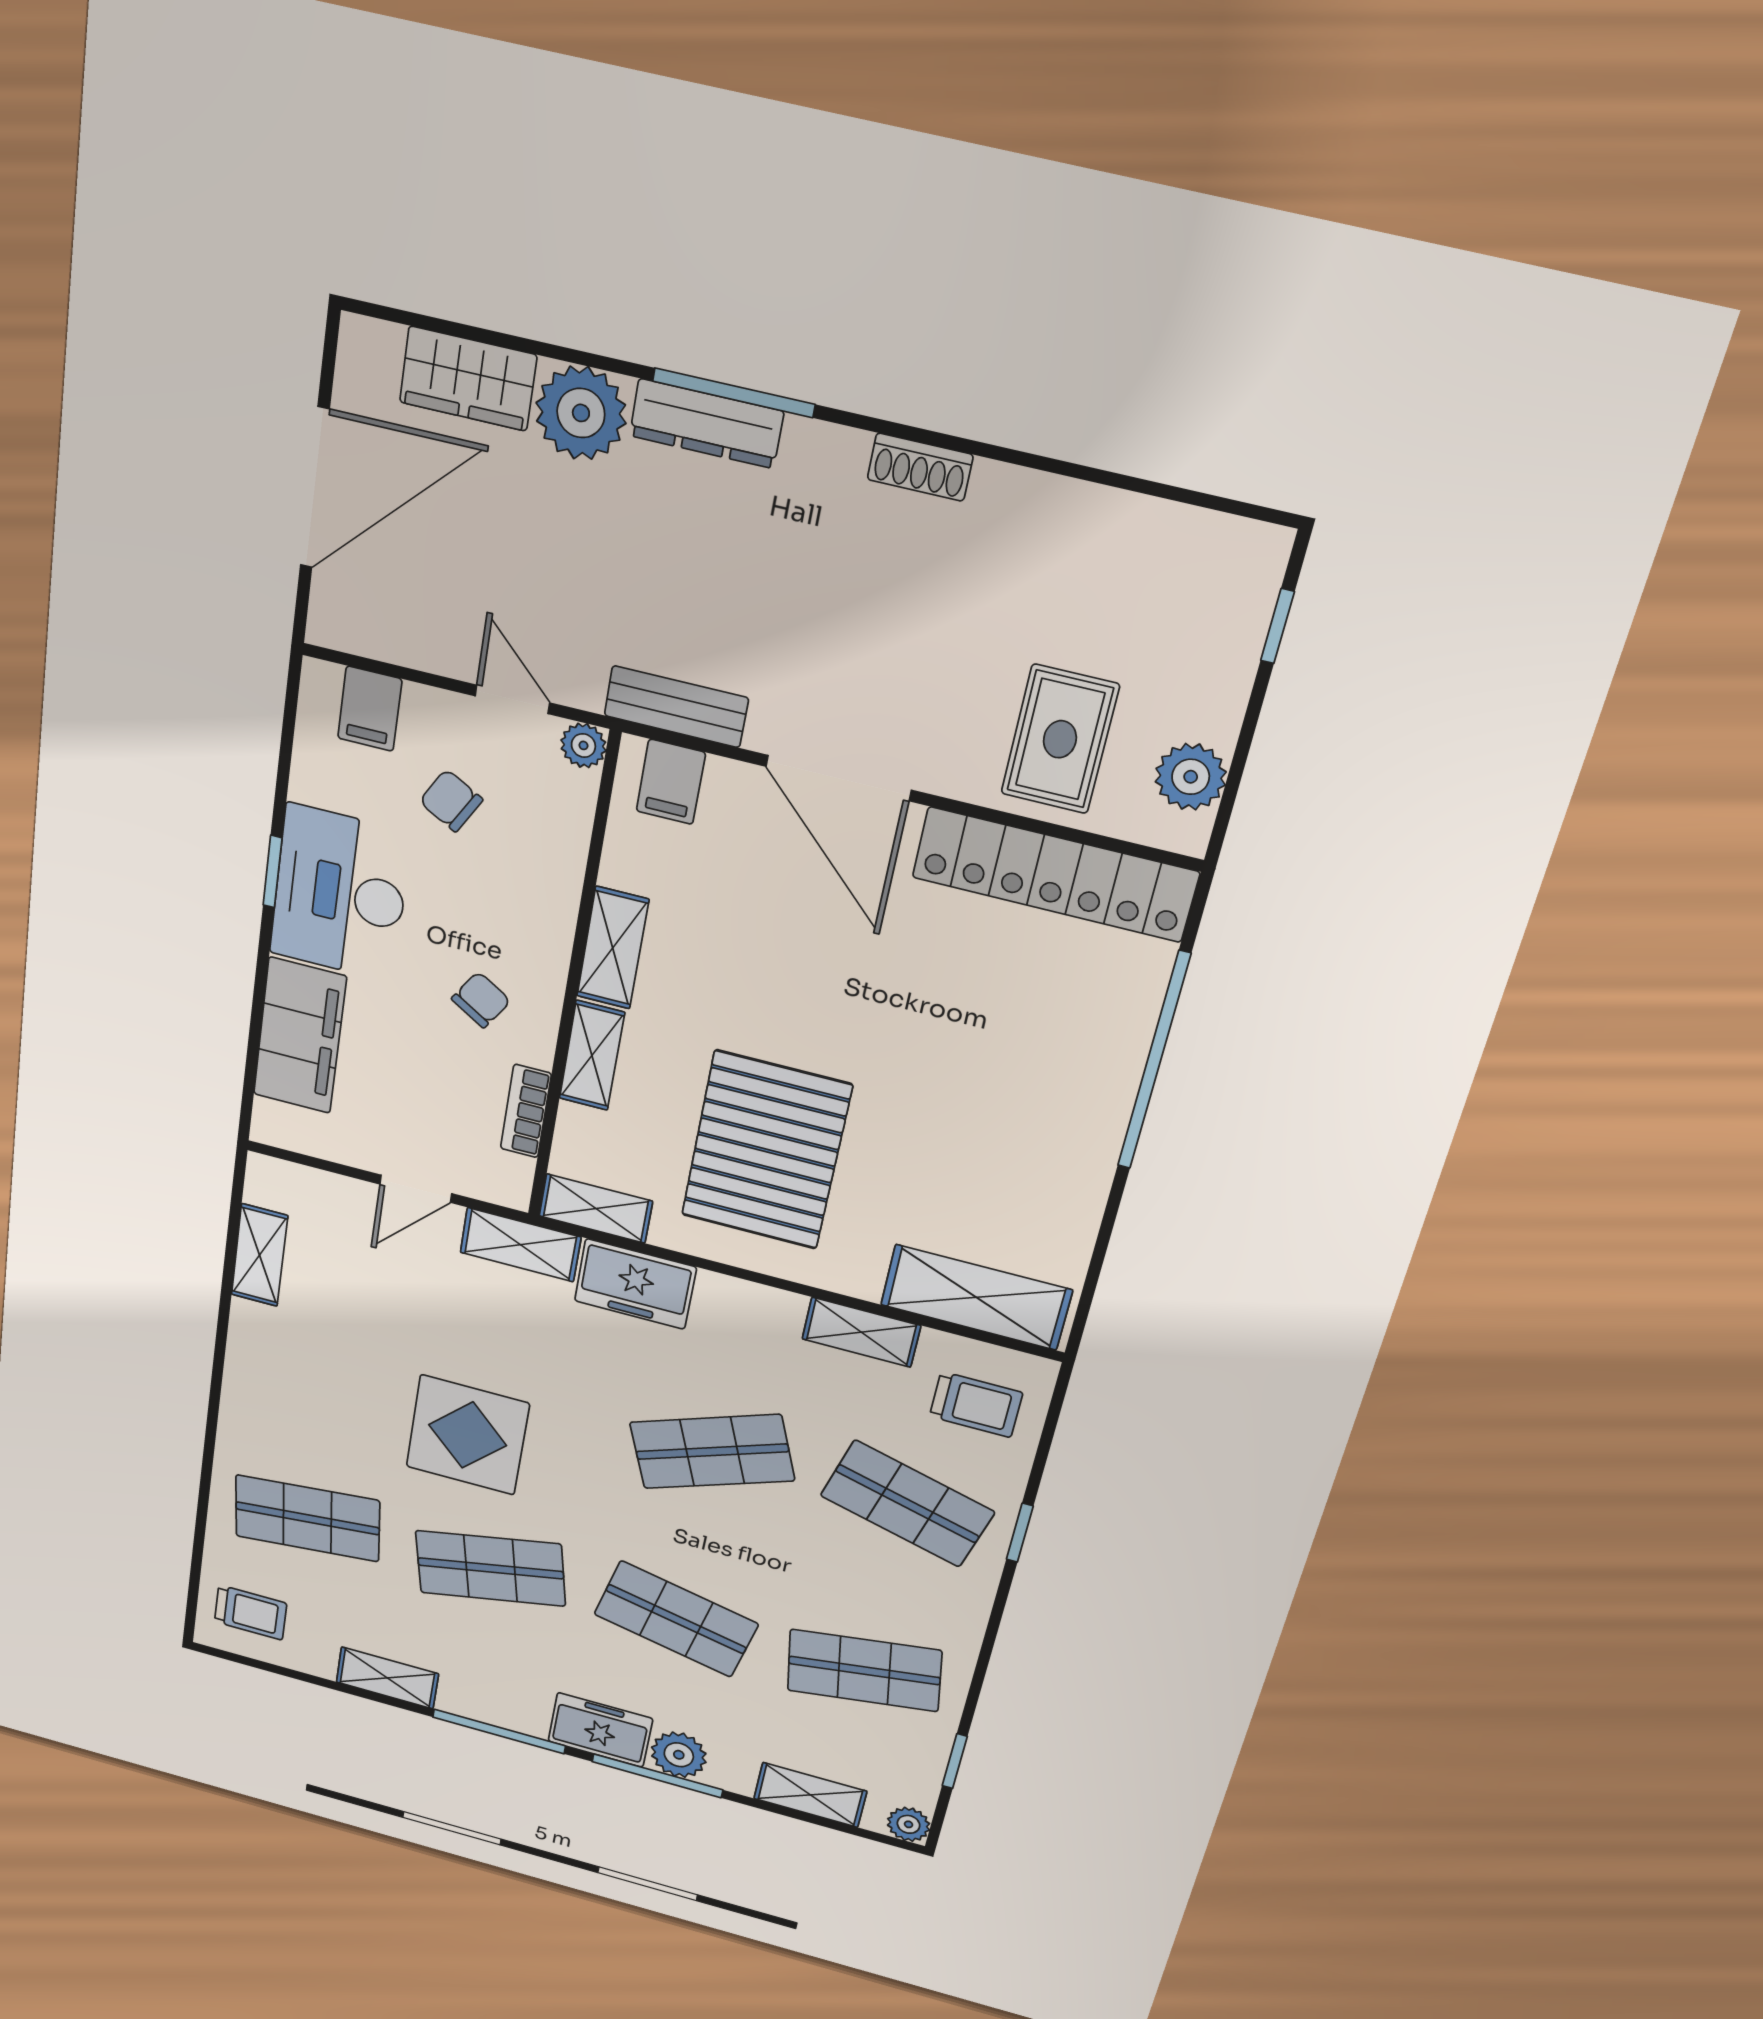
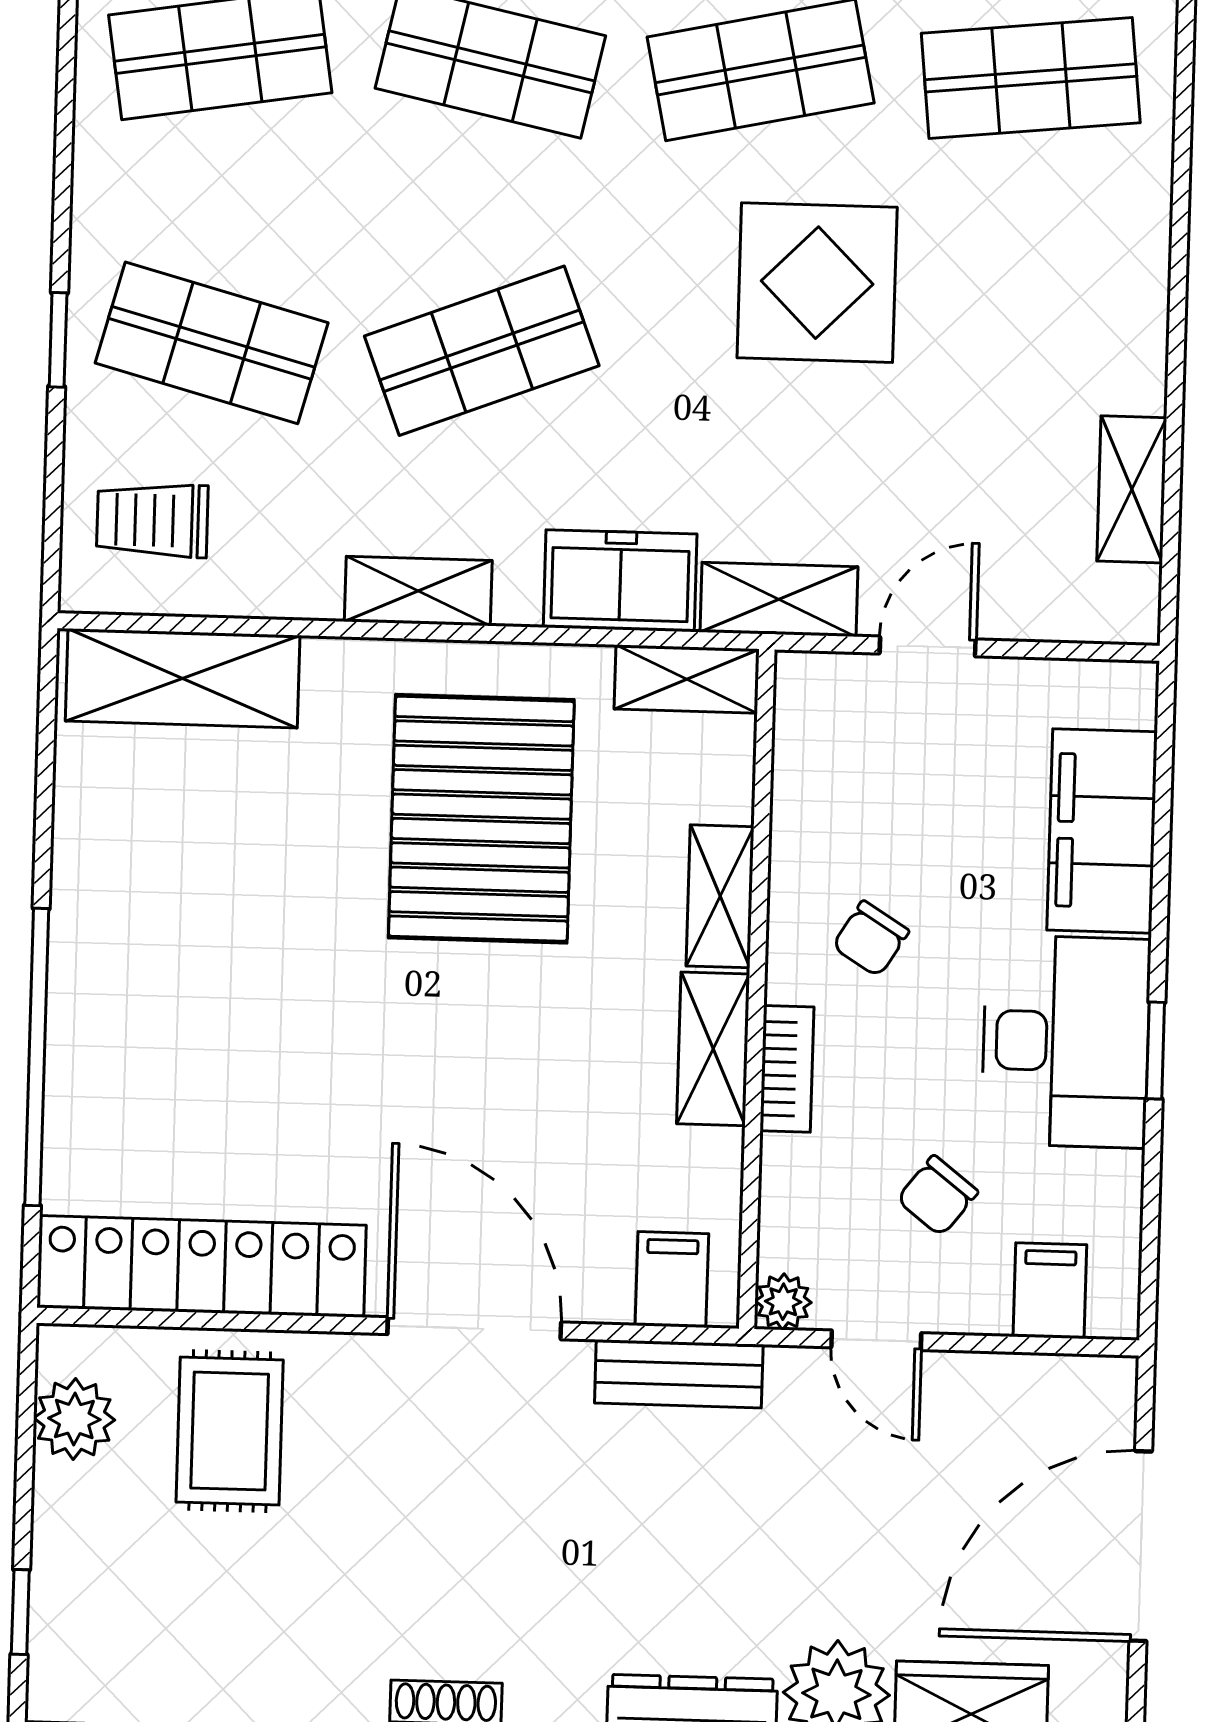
chair: (451, 801) -> (937, 1196), turned 99
bookcase: (526, 1111) -> (787, 1069), moved
shelving: (861, 1332) -> (418, 591), moved

